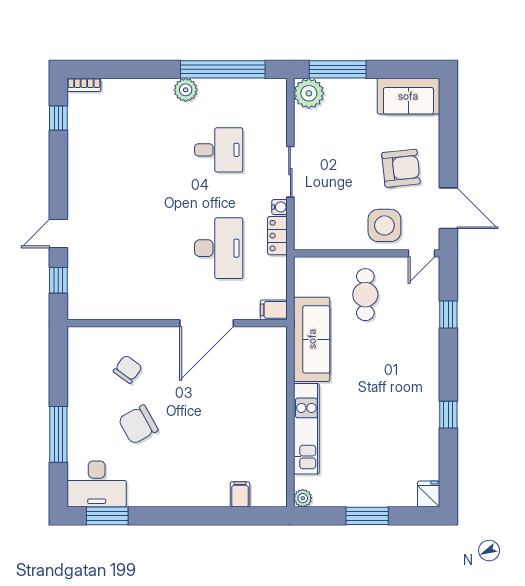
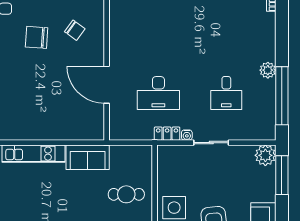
filing cabinet: (274, 310) -> (116, 131), removed
sofa: (312, 339) -> (88, 157), width x0.73
chair: (138, 425) -> (37, 37), turned -57

